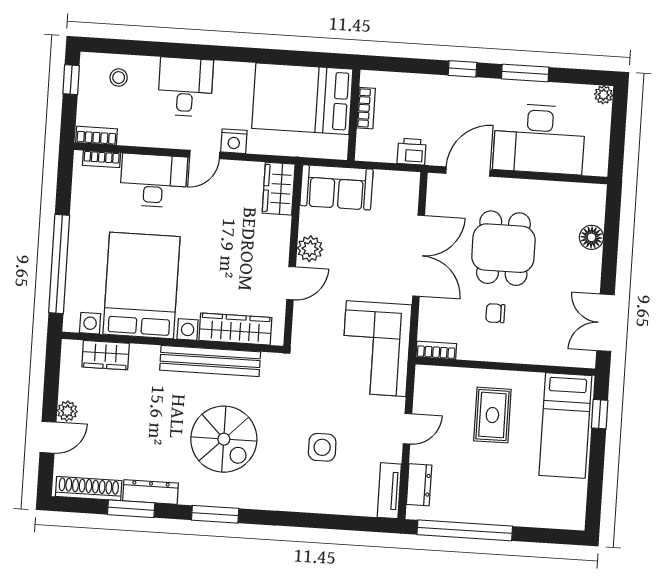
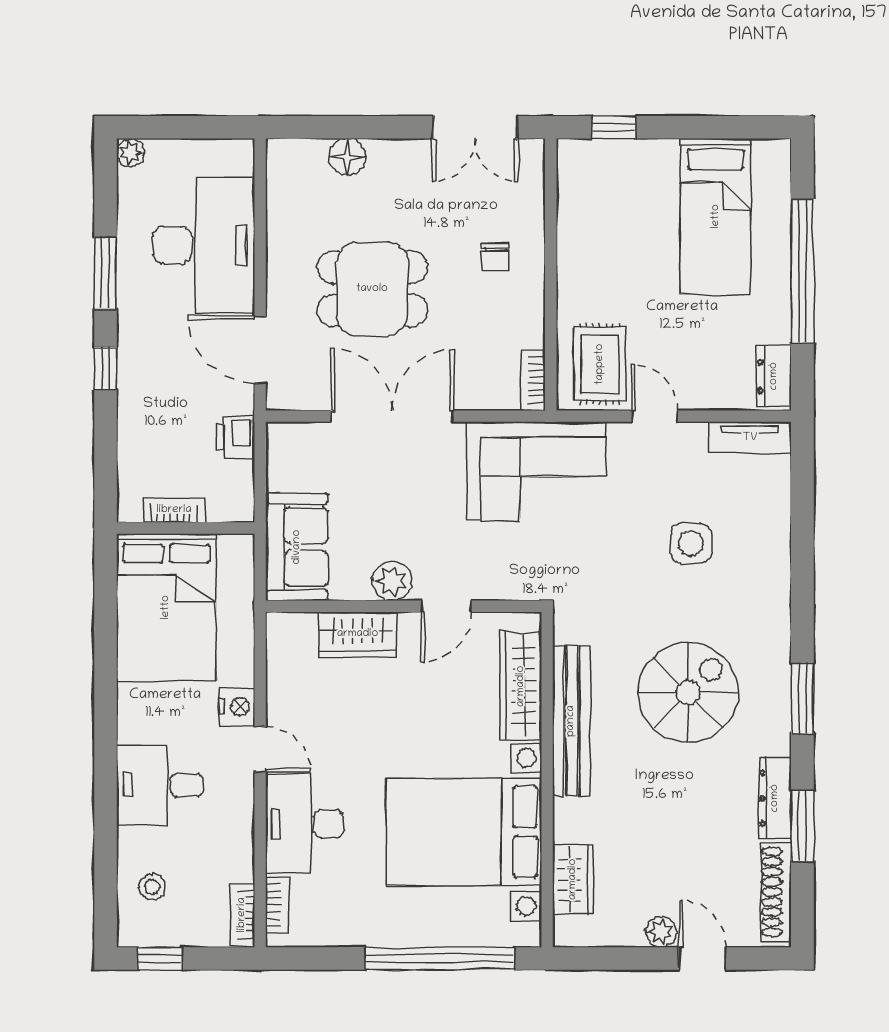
wardrobe: (279, 189) -> (358, 634), moved
door: (291, 283) -> (446, 606), swing flipped
chair: (495, 313) -> (495, 257), moved
rug: (492, 415) -> (600, 364), moved, turned 90
bed: (565, 426) -> (716, 216), moved, turned 90
dresser: (419, 485) -> (774, 376), moved, turned -90
window: (465, 530) -> (802, 271), moved

